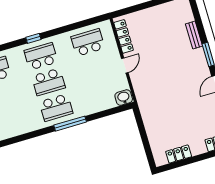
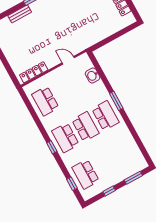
door: (125, 66) -> (68, 60), moved
washbasin: (124, 98) -> (93, 75), moved
window: (70, 124) -> (116, 101), width x0.69

